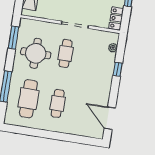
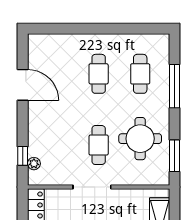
window: (118, 69) -> (23, 156), moved
cafe table: (28, 99) -> (140, 74), width x0.73, depth x0.74
door: (110, 118) -> (23, 85), moved

